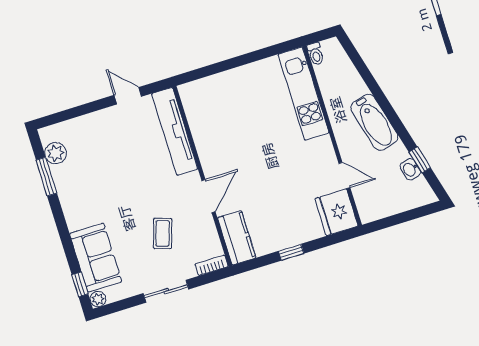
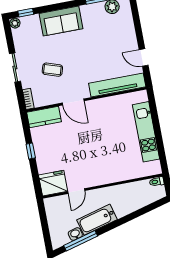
kitchen unit: (304, 94) -> (146, 132), moved, turned -90
door: (128, 96) -> (144, 58), swing flipped
bathtub: (374, 122) -> (97, 220), moved
window: (420, 160) -> (81, 241), width x2.17
sofa: (96, 258) -> (61, 21), moved

